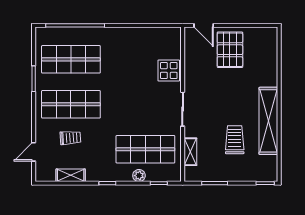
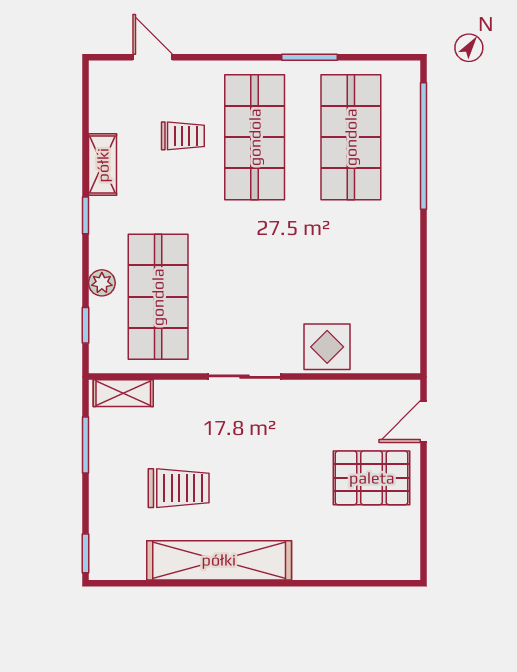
trolley: (70, 138) -> (183, 136), turned -86
shelving: (190, 152) -> (123, 393), moved
shelving: (71, 175) -> (103, 165), moved

